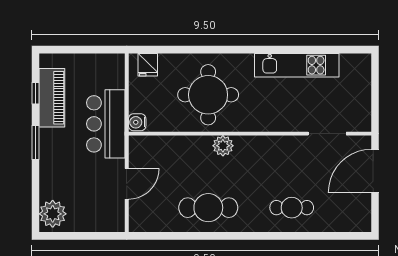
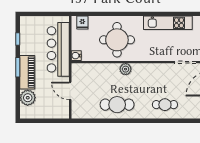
piano: (52, 98) -> (27, 72), moved
bar counter: (106, 124) -> (58, 49), width x1.36
door: (127, 184) -> (70, 91), swing flipped
plant: (53, 214) -> (28, 98), moved

